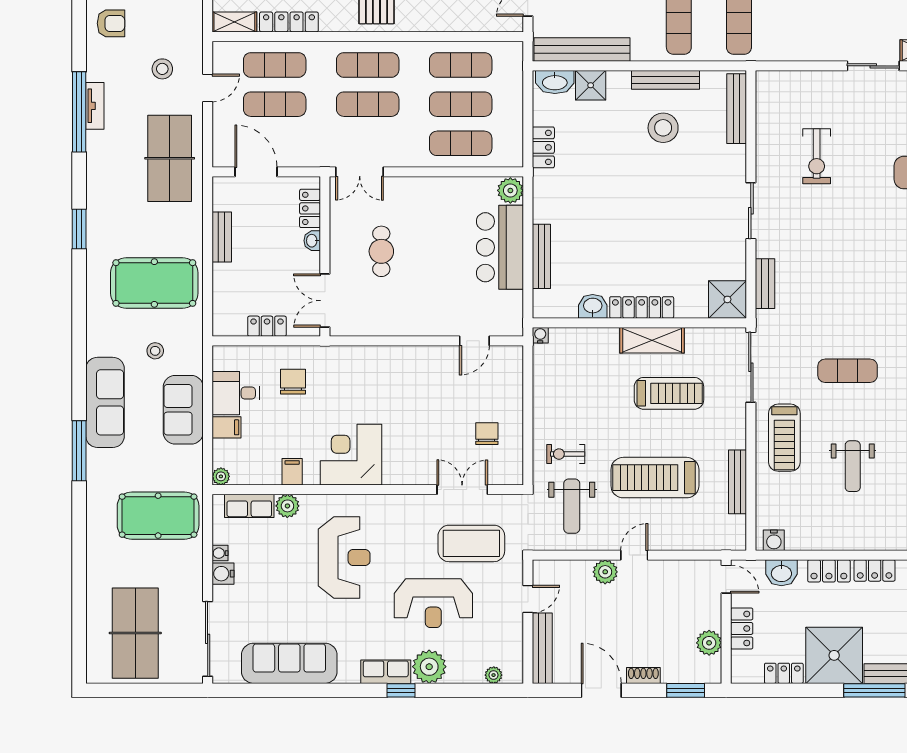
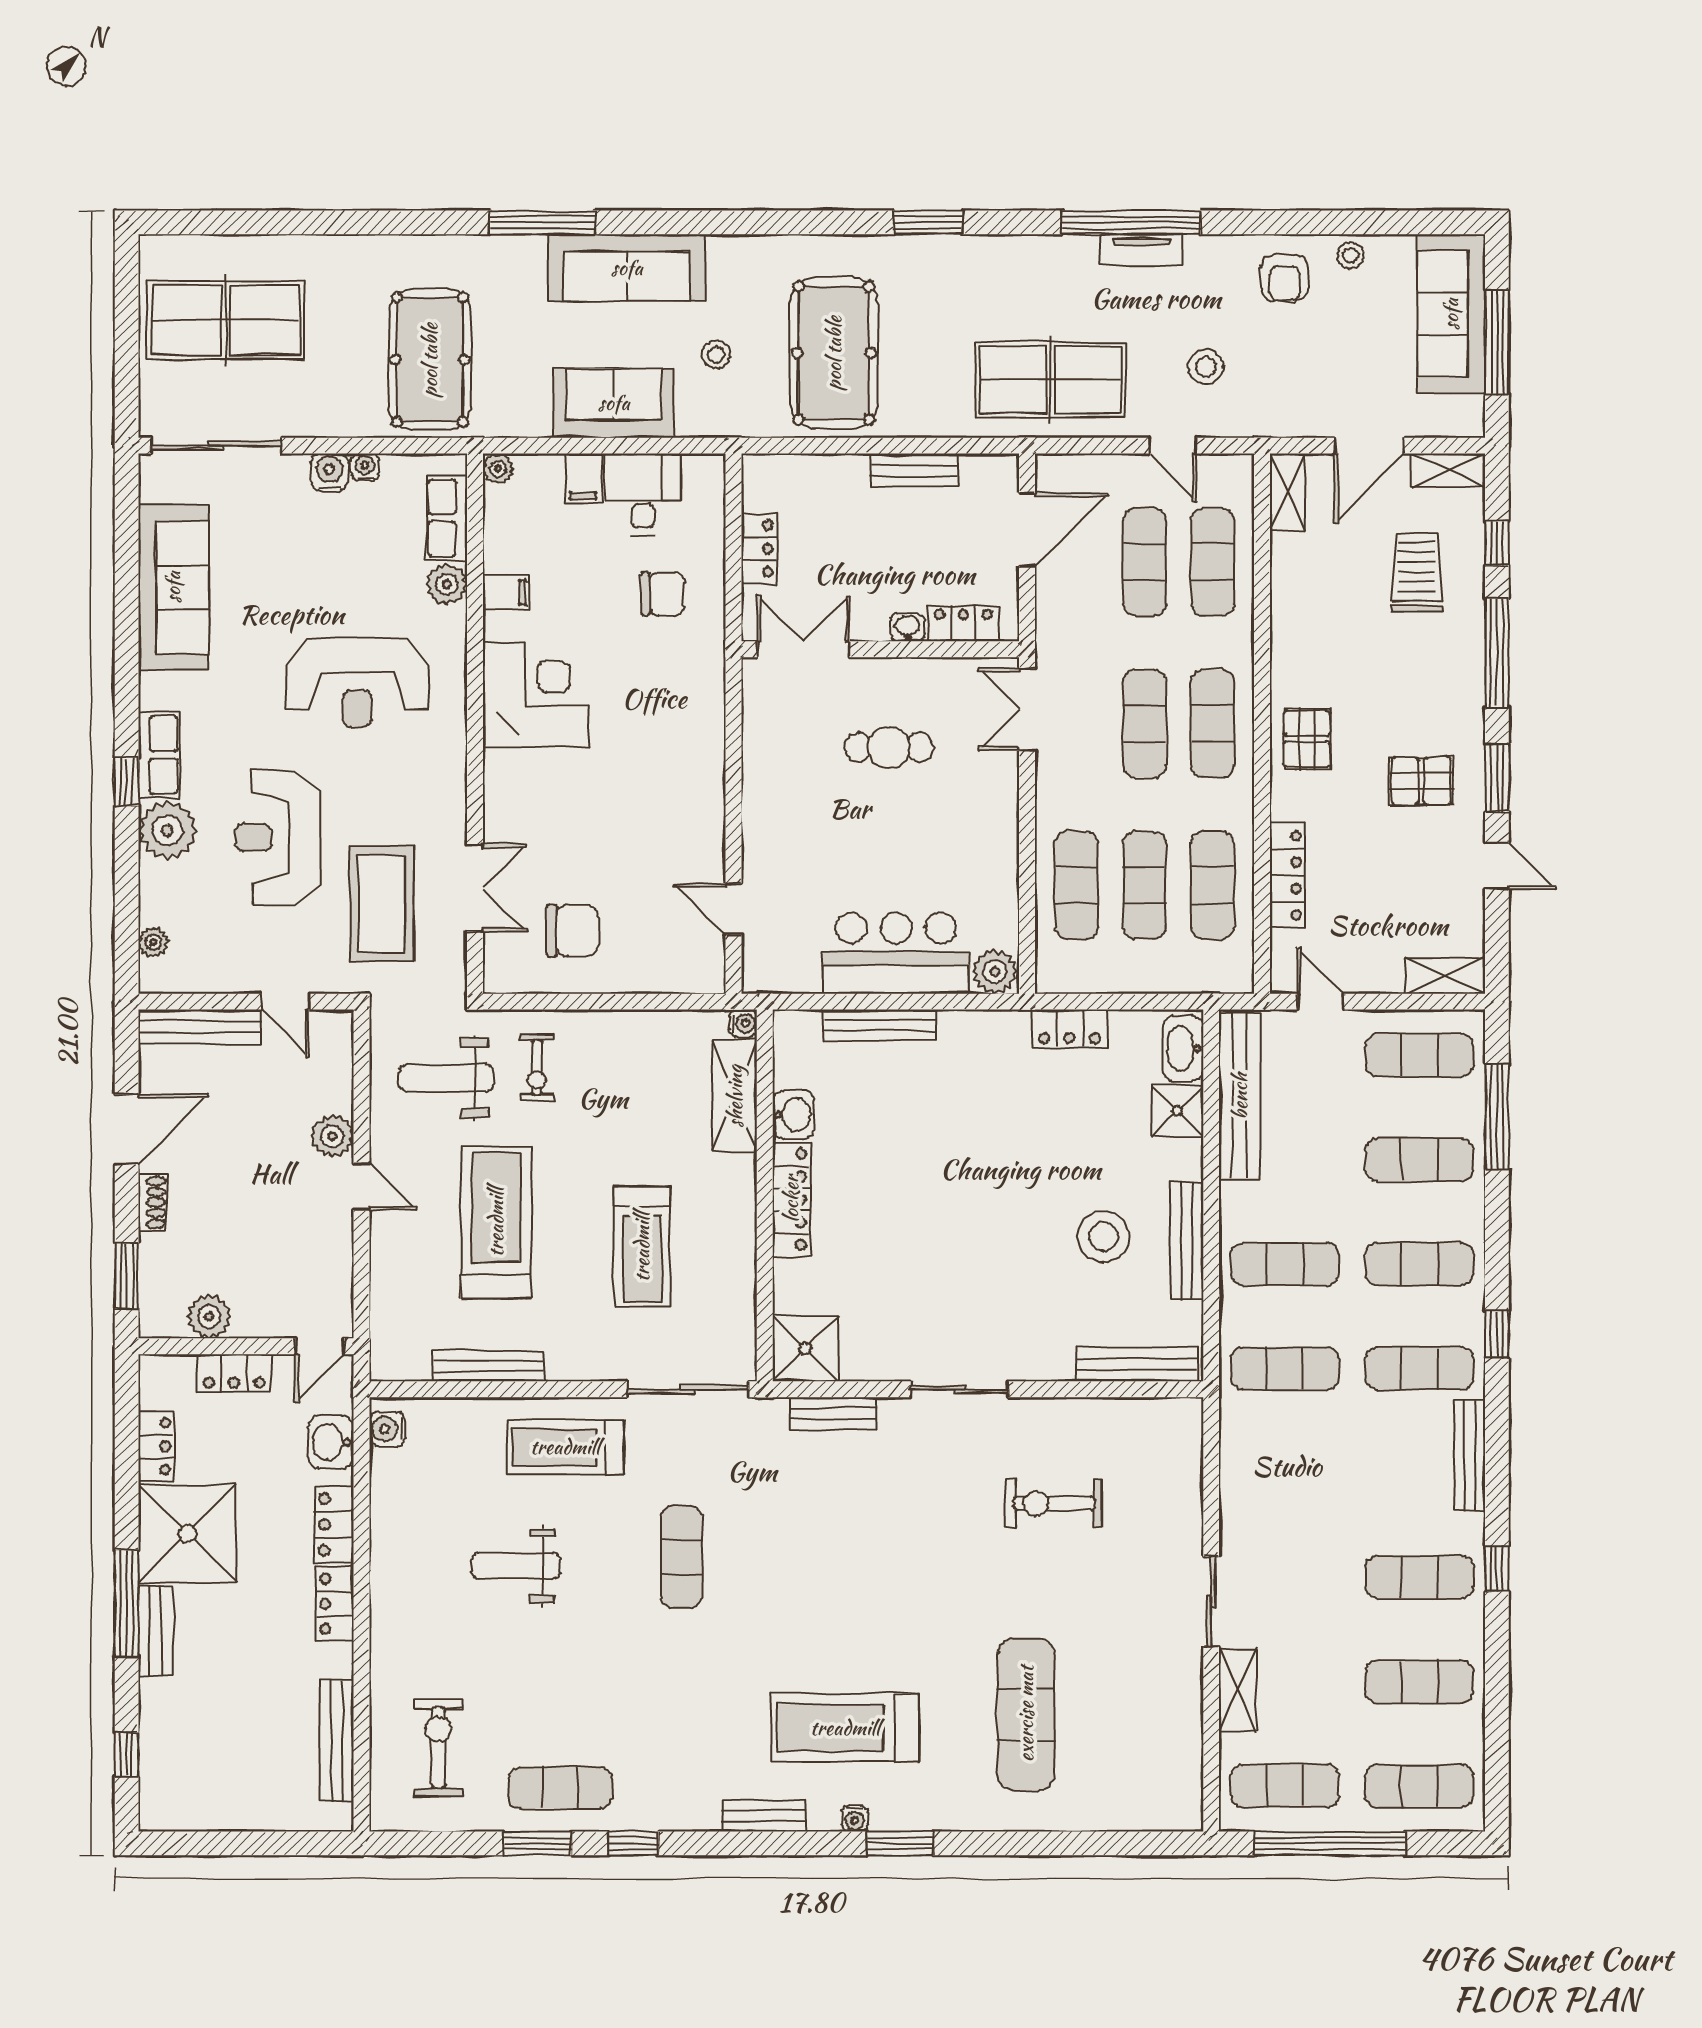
locker: (289, 22) -> (1287, 875), moved
shelving: (652, 340) -> (735, 1096), moved
chair: (487, 434) -> (572, 931), width x1.37, depth x1.37
exercise bike: (566, 454) -> (537, 1068), turned 180

